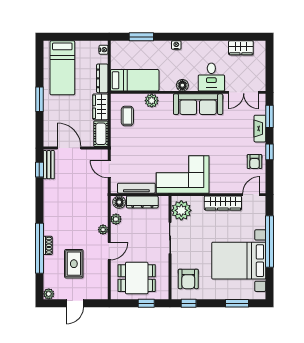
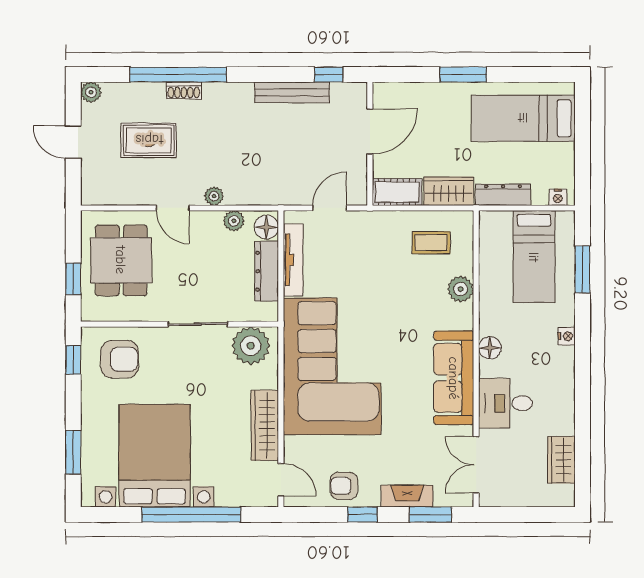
bed: (135, 80) -> (534, 257), moved
bench: (49, 165) -> (292, 92), moved, width x1.36
corner sofa: (183, 174) -> (332, 366), width x1.36, depth x1.36
armchair: (188, 279) -> (120, 359), turned 180

